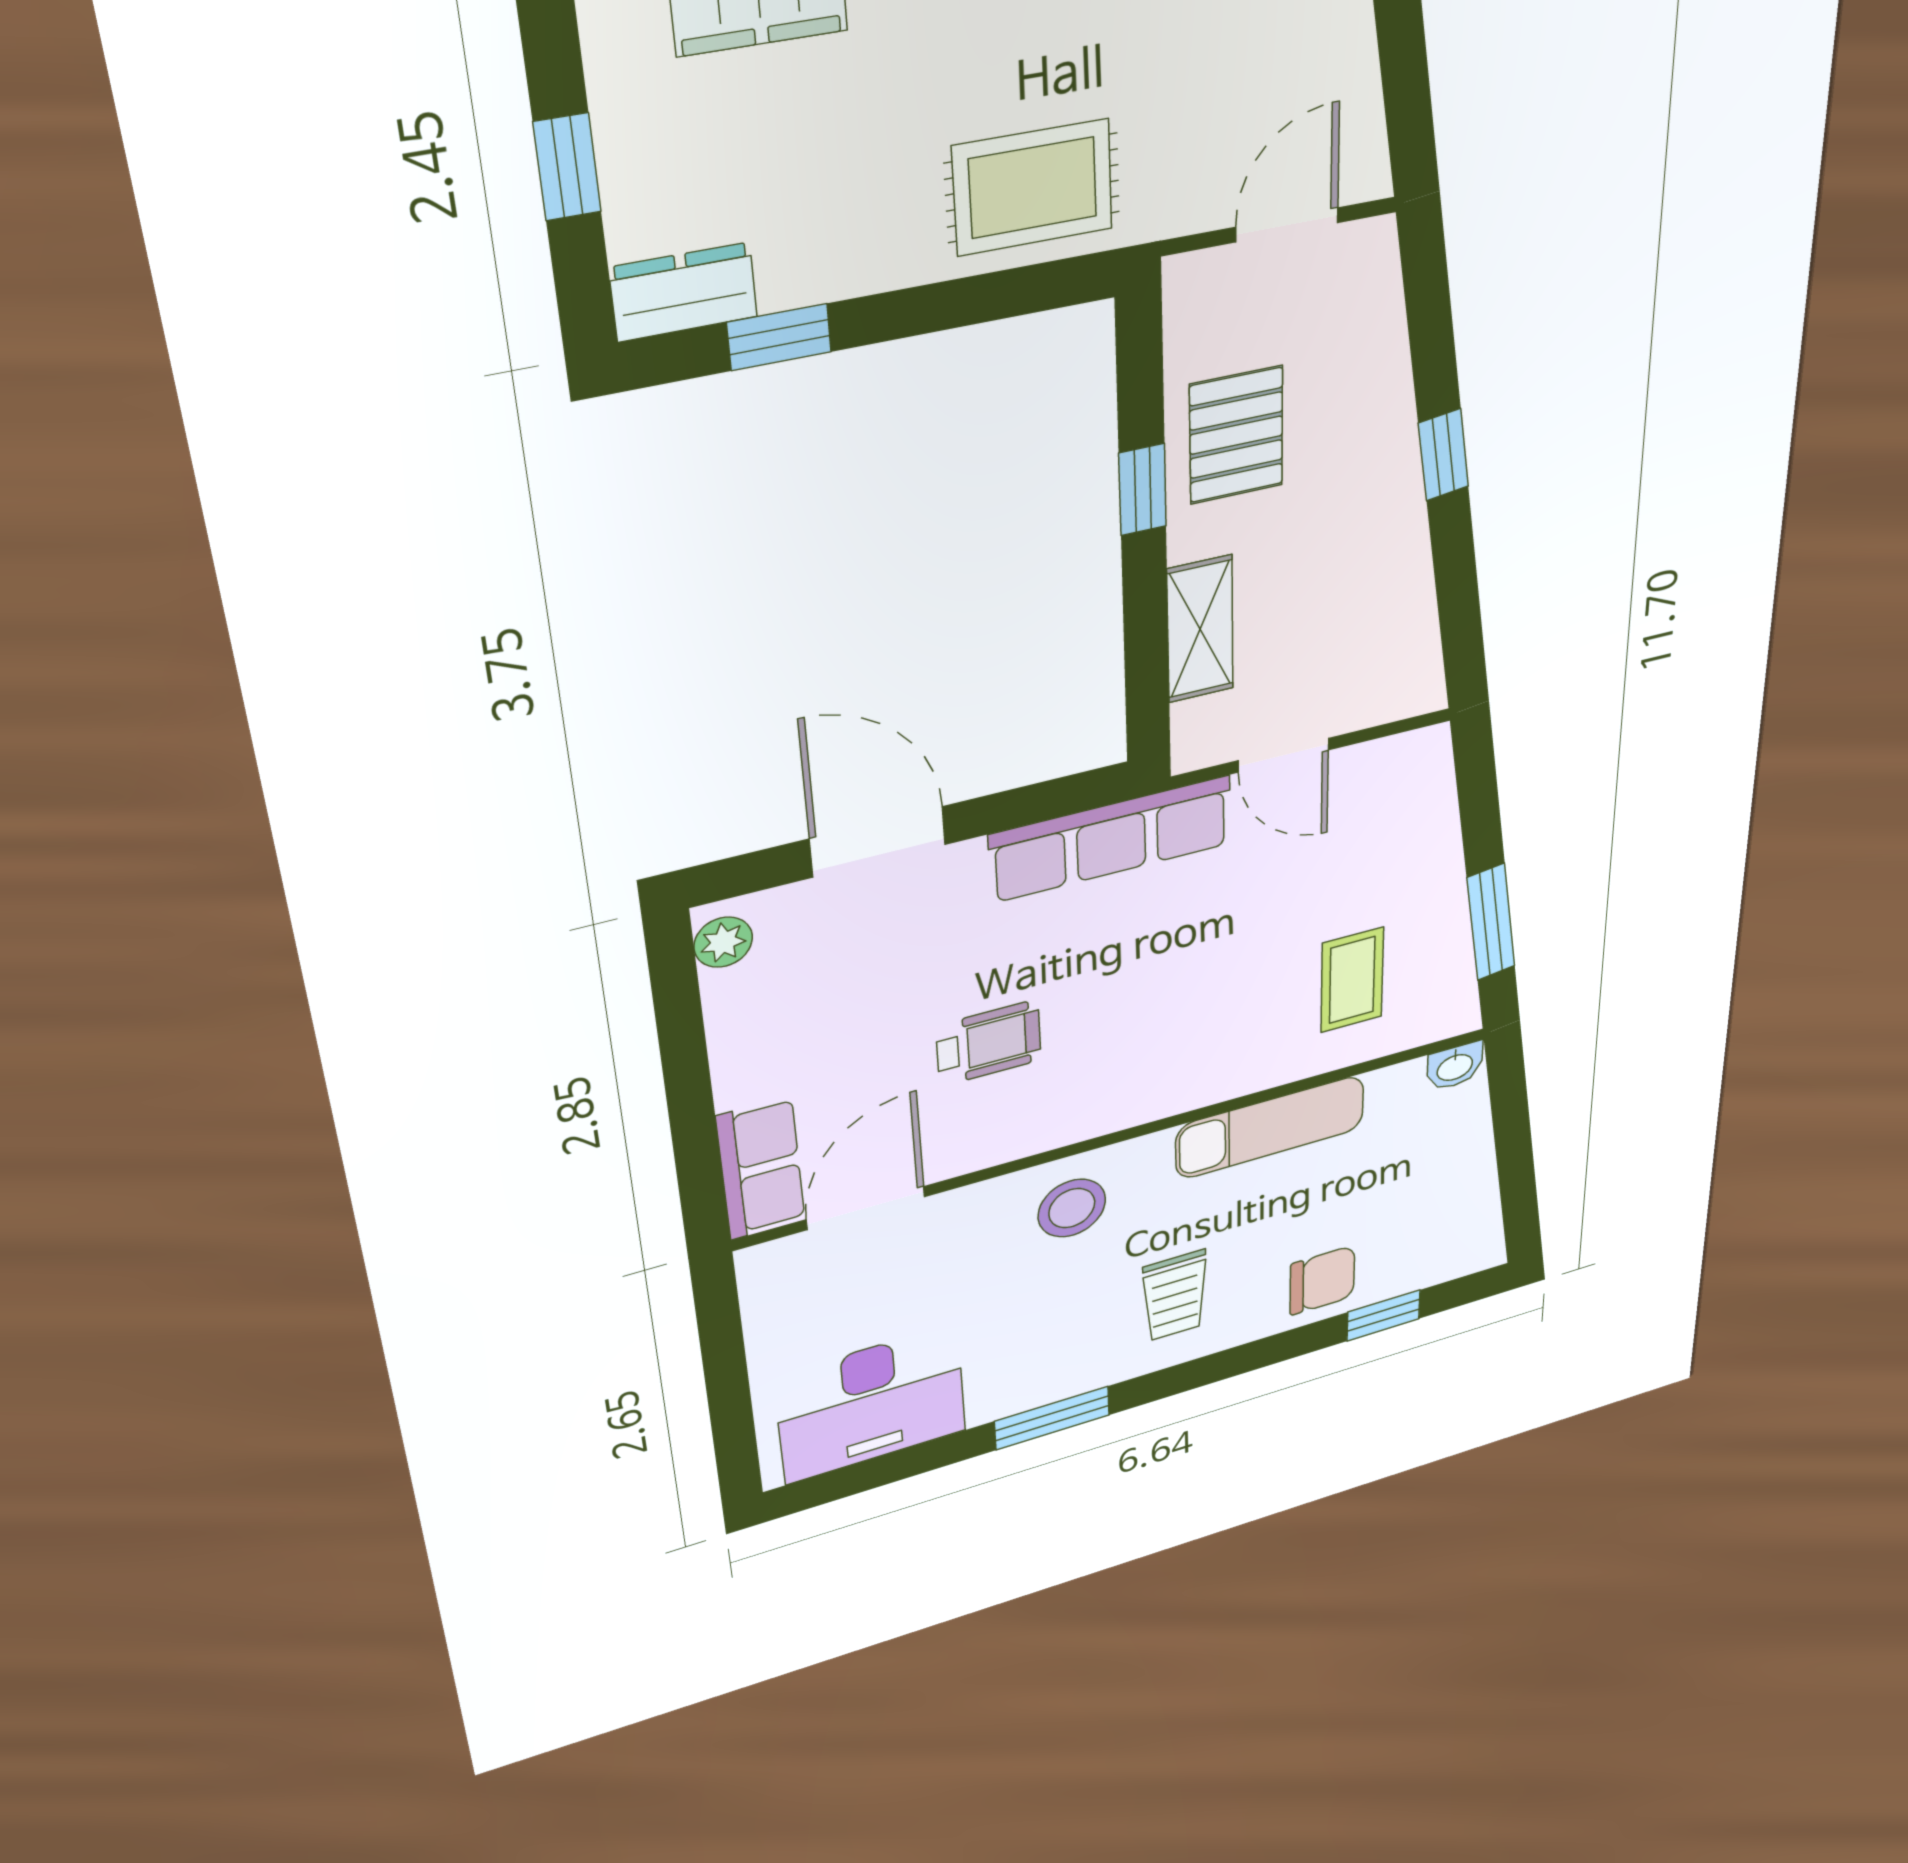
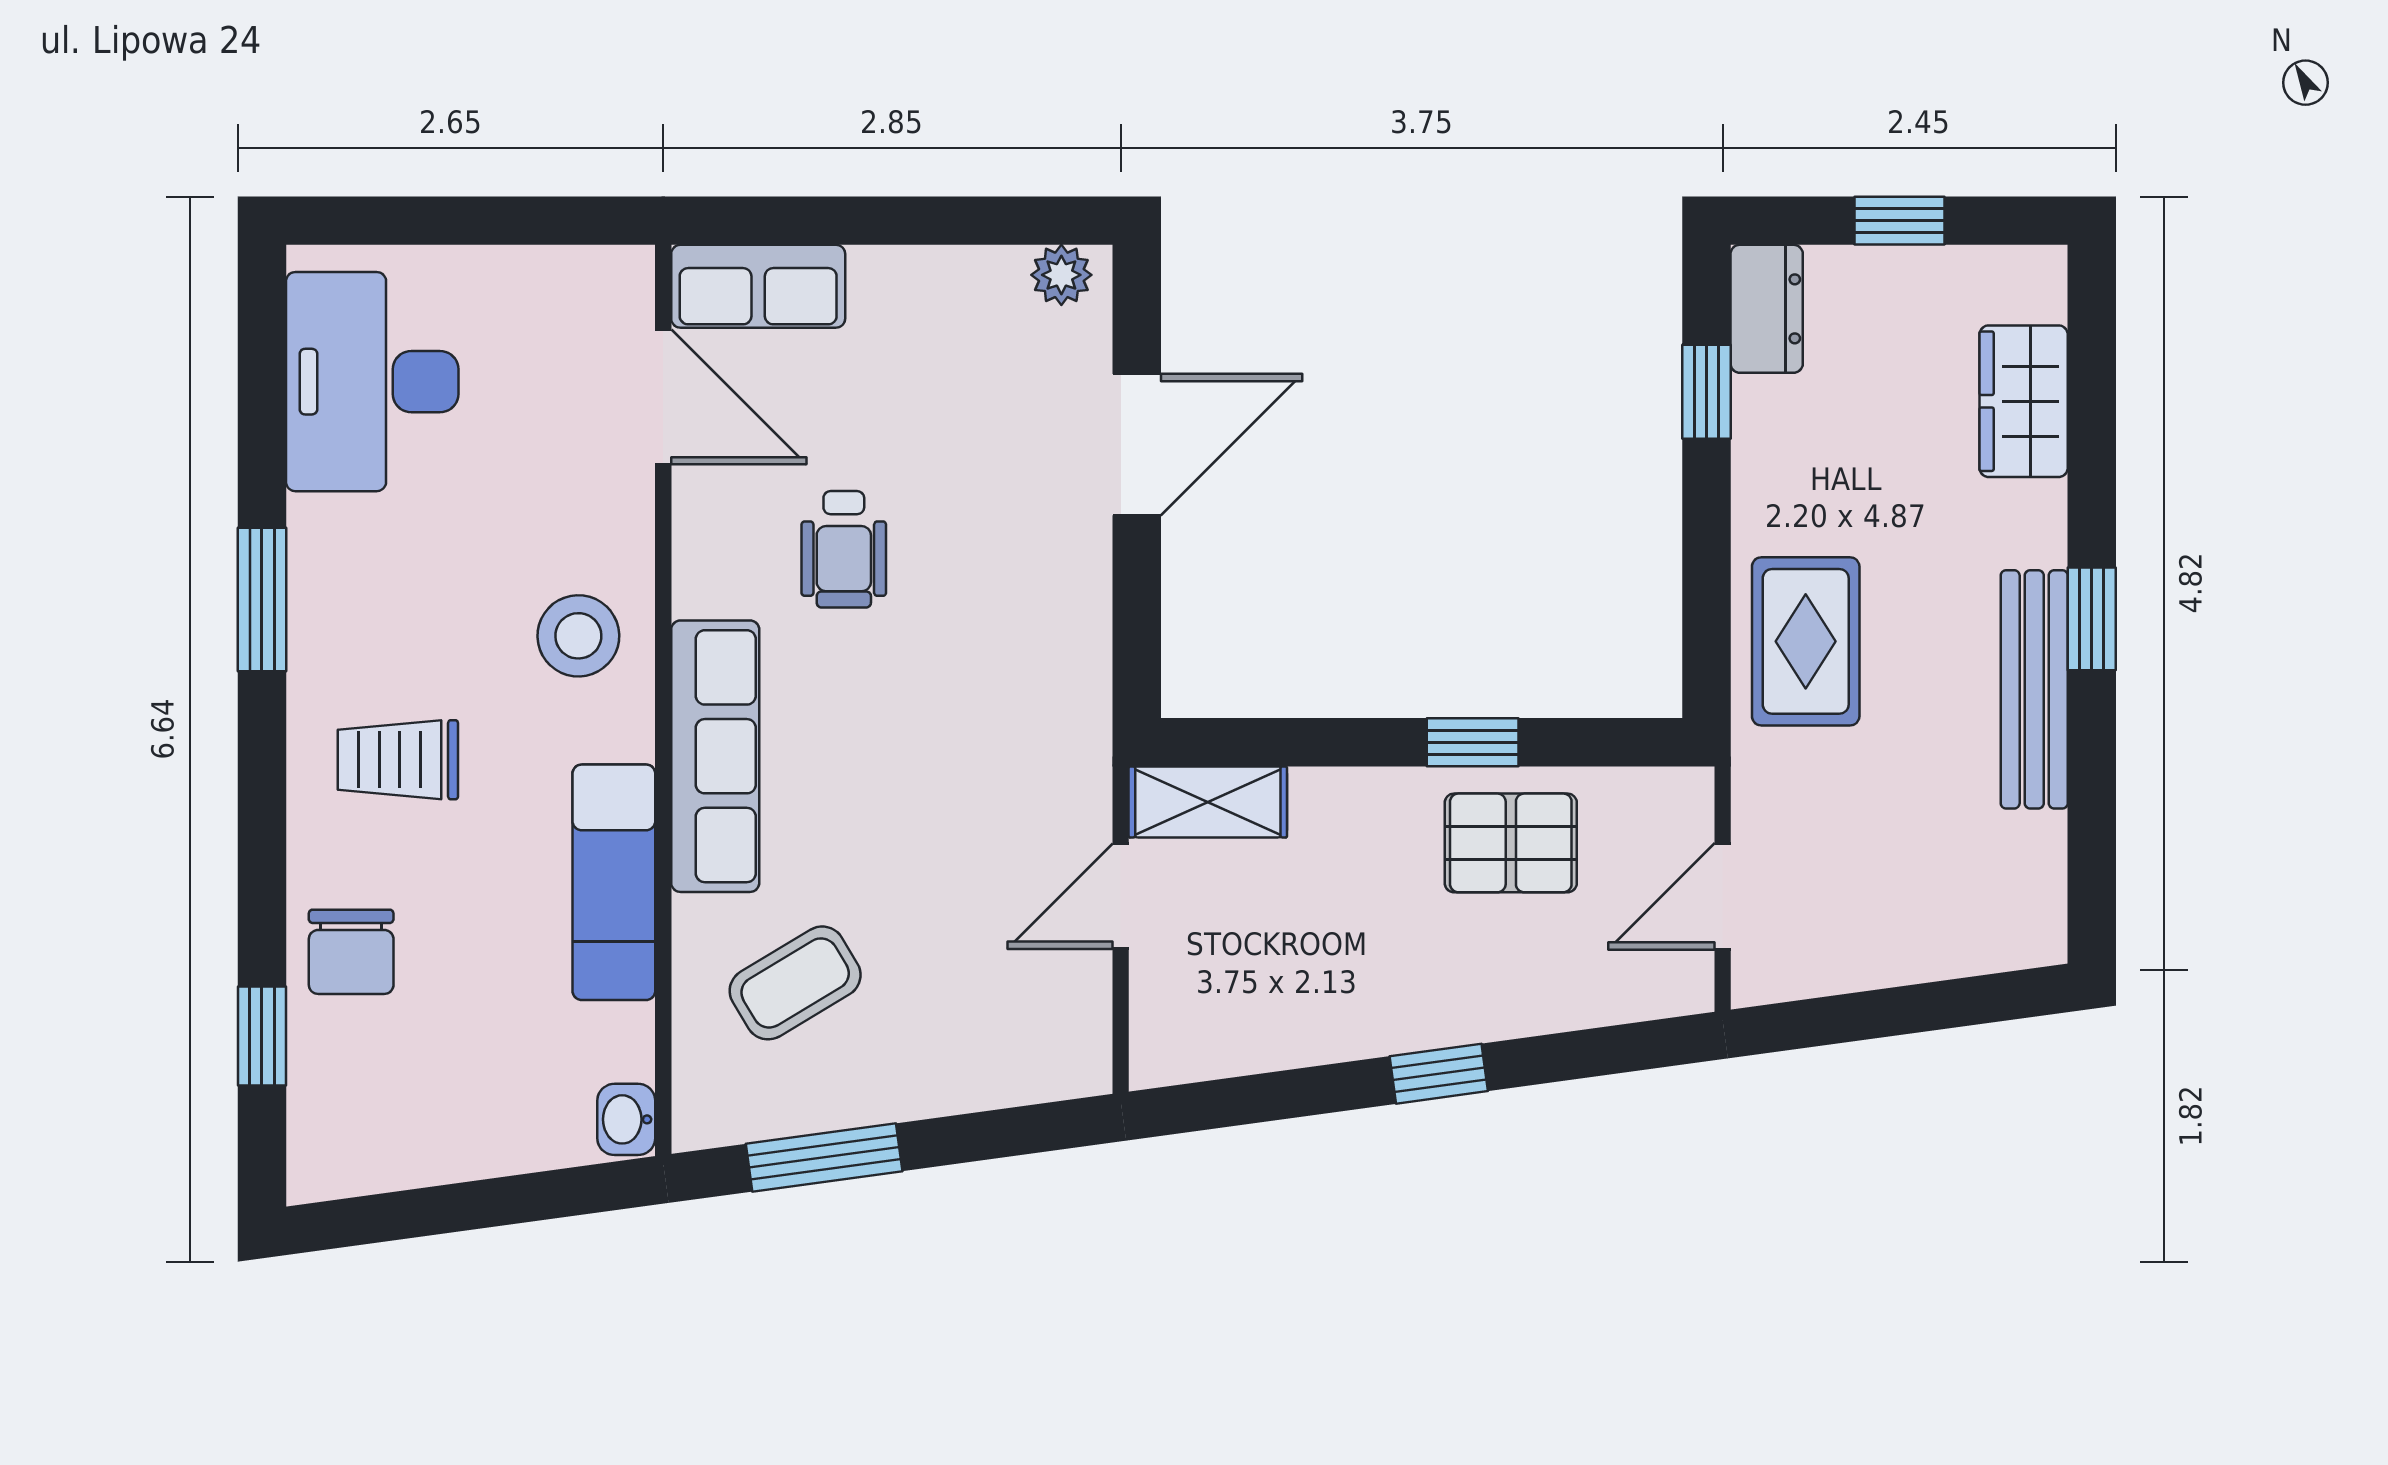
door: (1287, 225) -> (1723, 896), swing flipped
shelving: (1200, 629) -> (1208, 802), moved
row of seats: (1111, 839) -> (715, 756), moved, turned 180
coffee table: (1352, 980) -> (795, 983), turned -31

